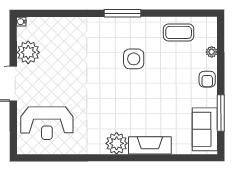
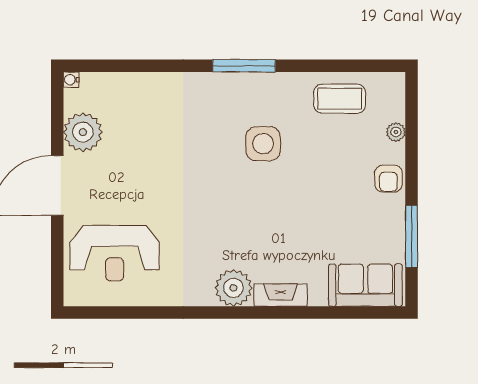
sofa: (205, 129) -> (365, 285), moved, turned 90
fireplace: (150, 145) -> (281, 295), width x0.73, depth x0.76

